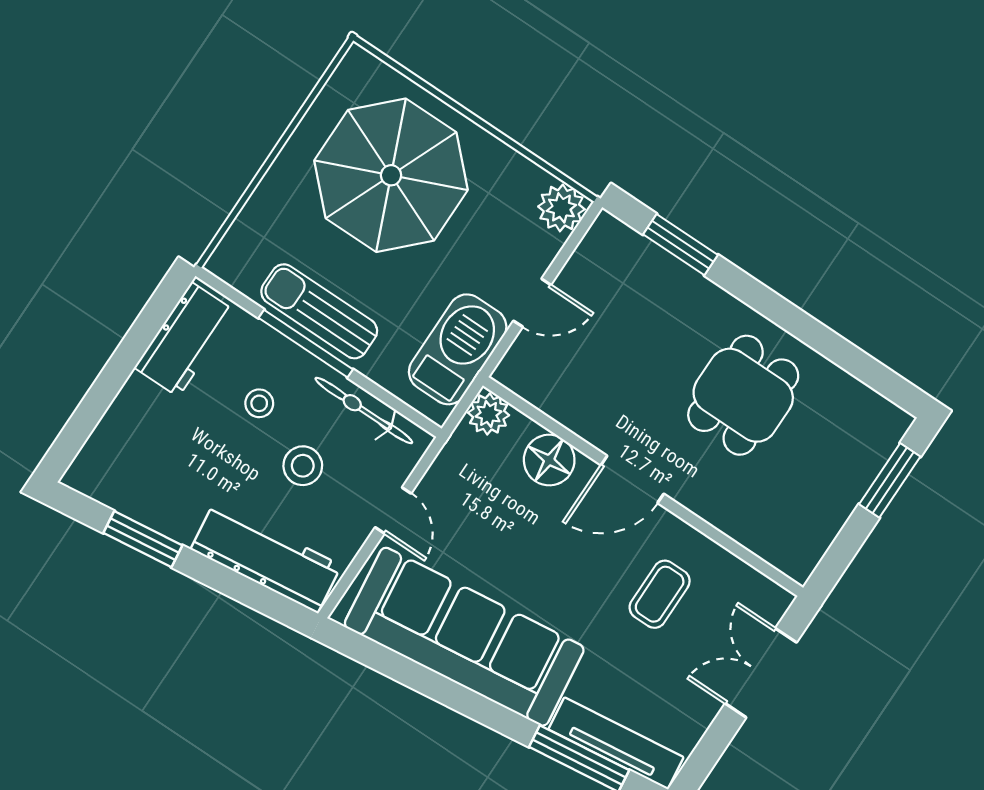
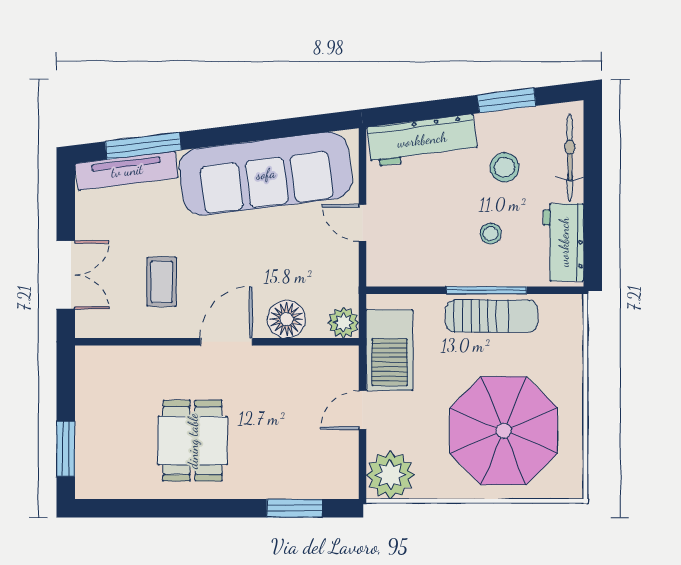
plant: (561, 208) -> (390, 475), width x1.36, depth x1.36
bicycle: (364, 410) -> (570, 158), moved, turned -90
stool: (303, 466) -> (504, 167), moved

